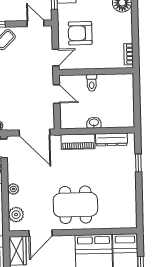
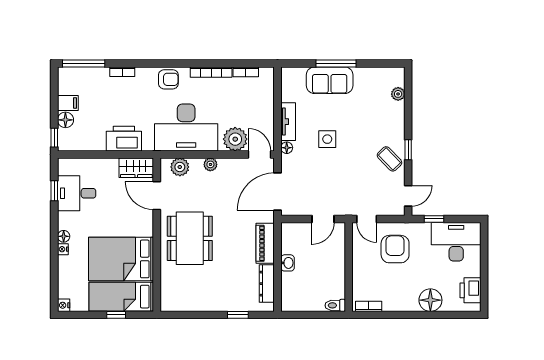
toilet: (92, 83) -> (335, 305), moved

